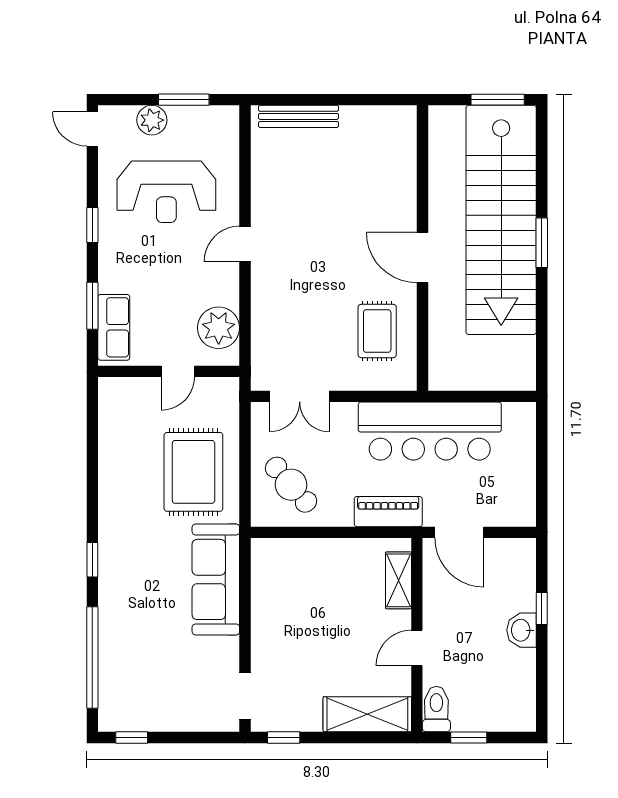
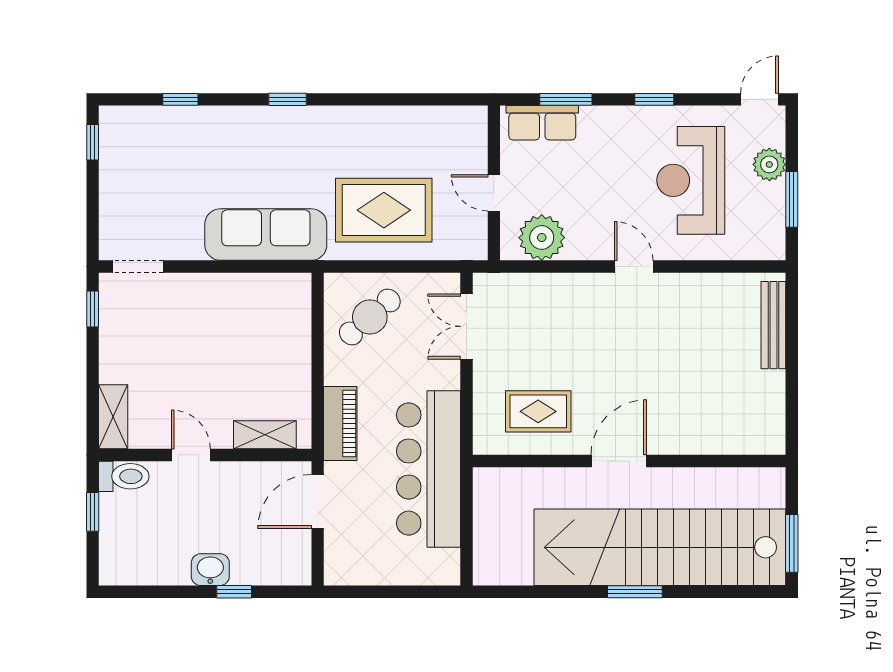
window: (92, 657) -> (180, 99), width x0.32
shelving: (367, 714) -> (113, 417), width x0.67, depth x0.75

